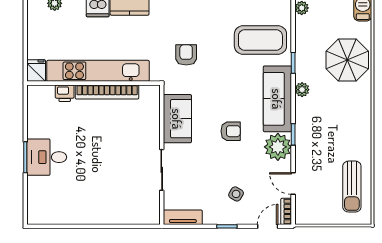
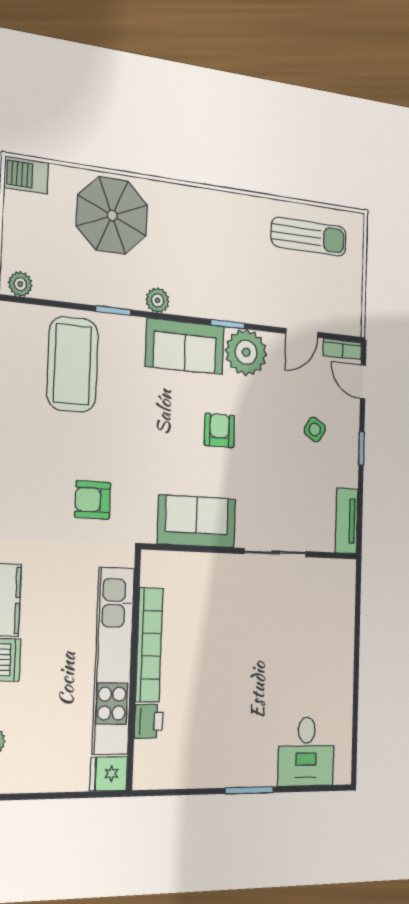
sofa: (277, 99) -> (185, 346), width x0.73
desk: (47, 157) -> (306, 751), moved

